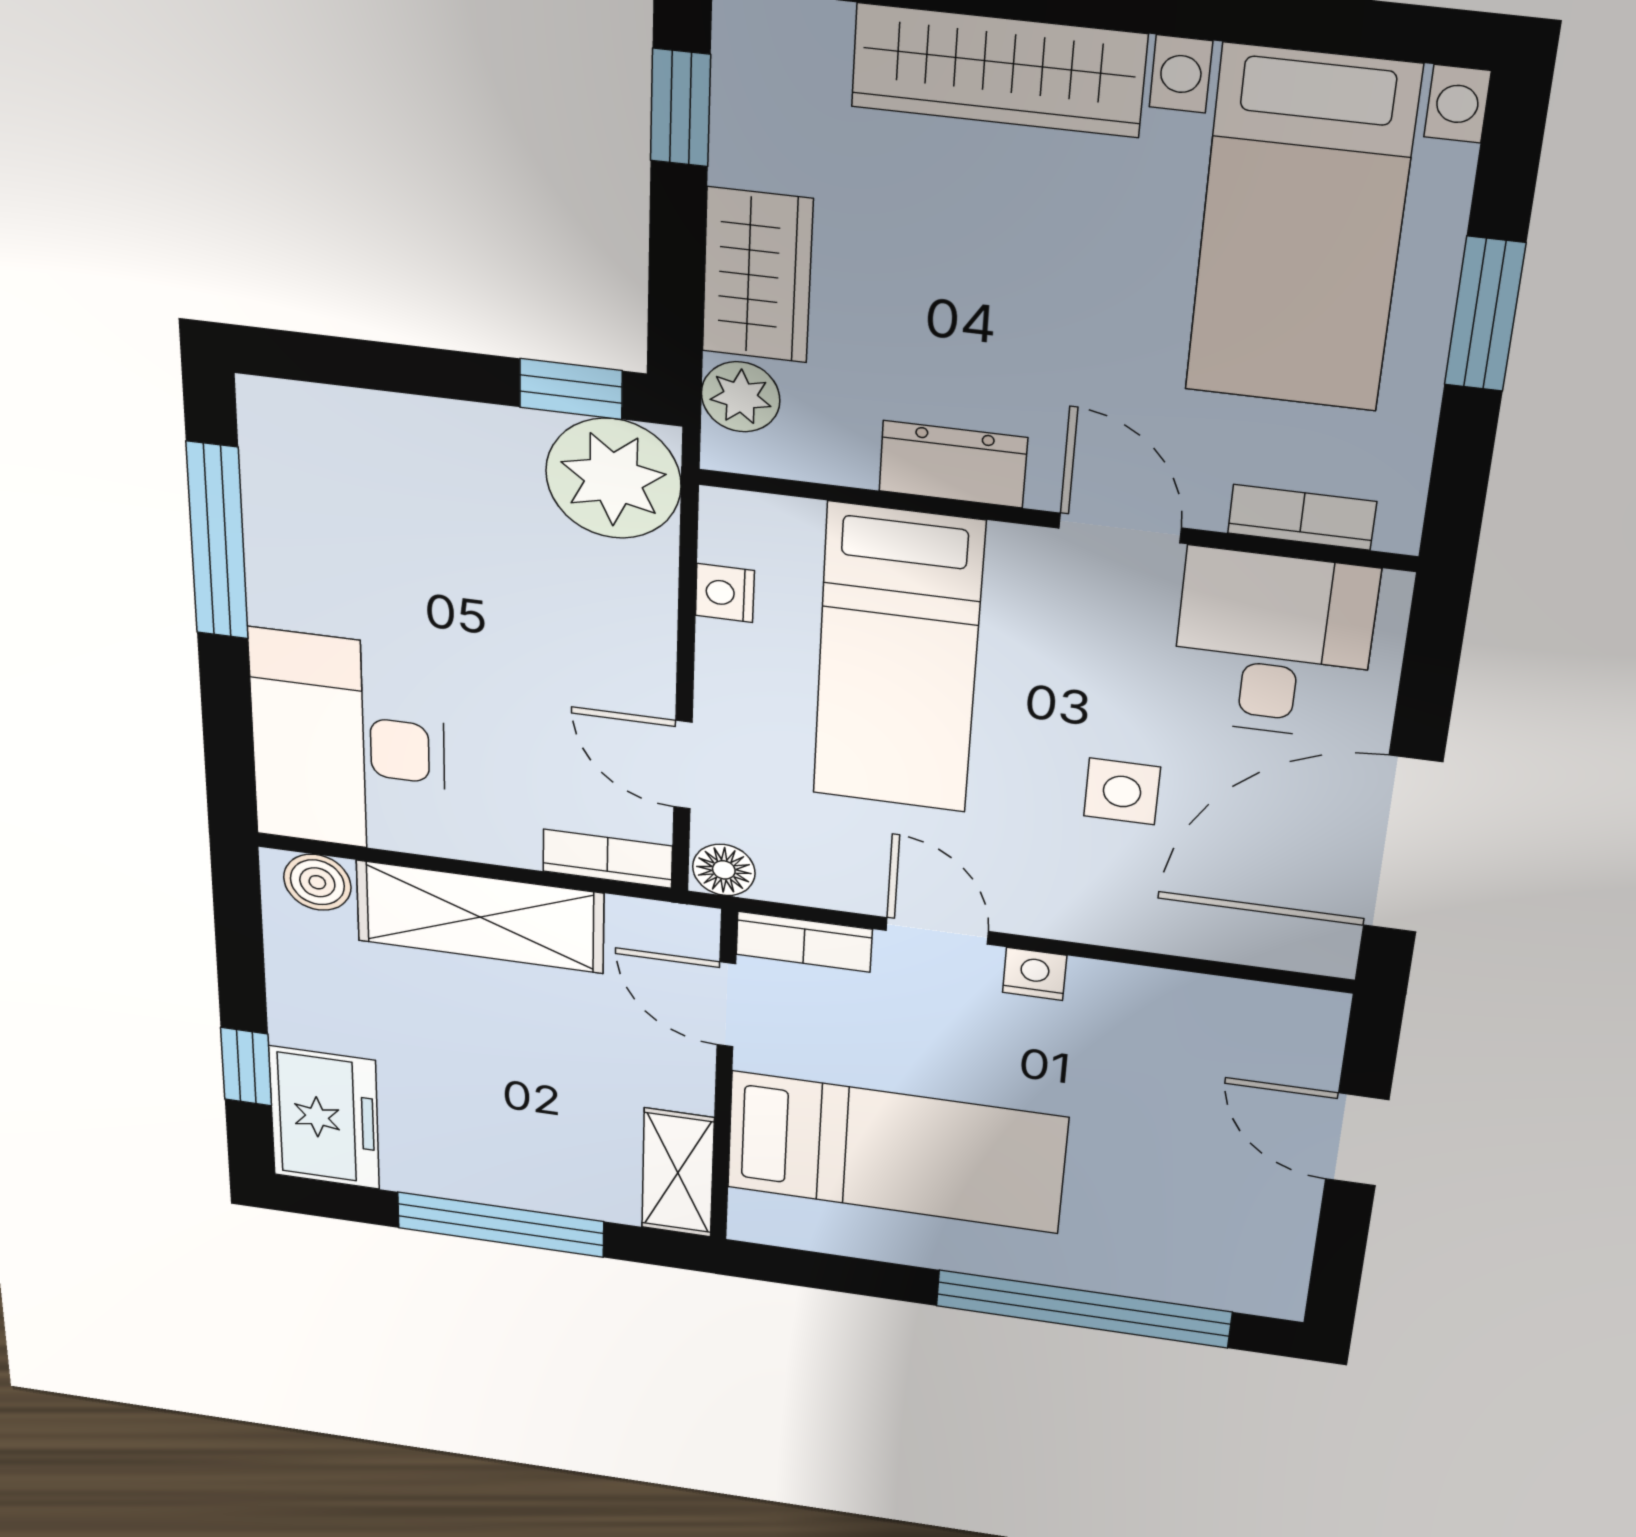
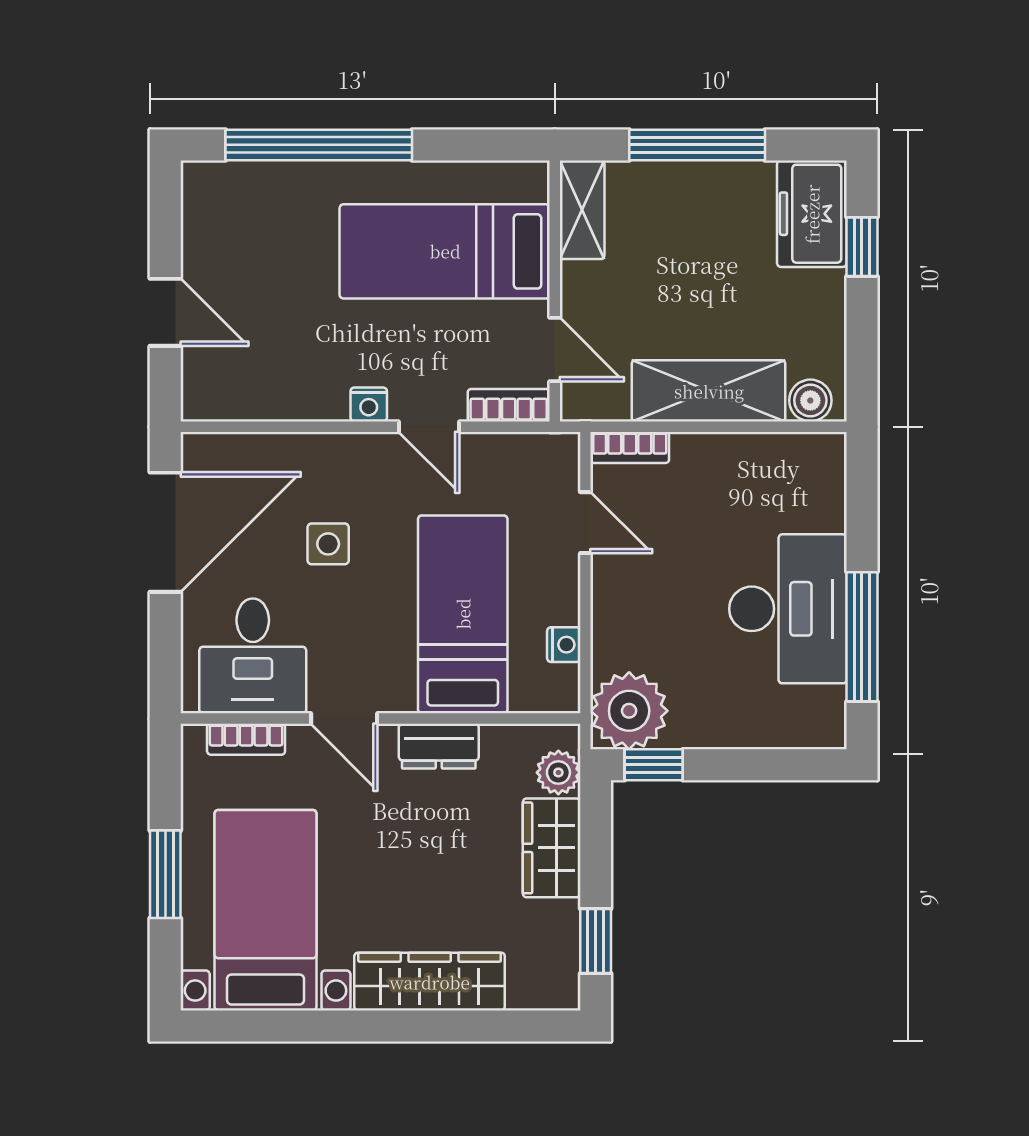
desk: (348, 744) -> (788, 609), moved
floor lamp: (724, 870) -> (559, 451), removed

